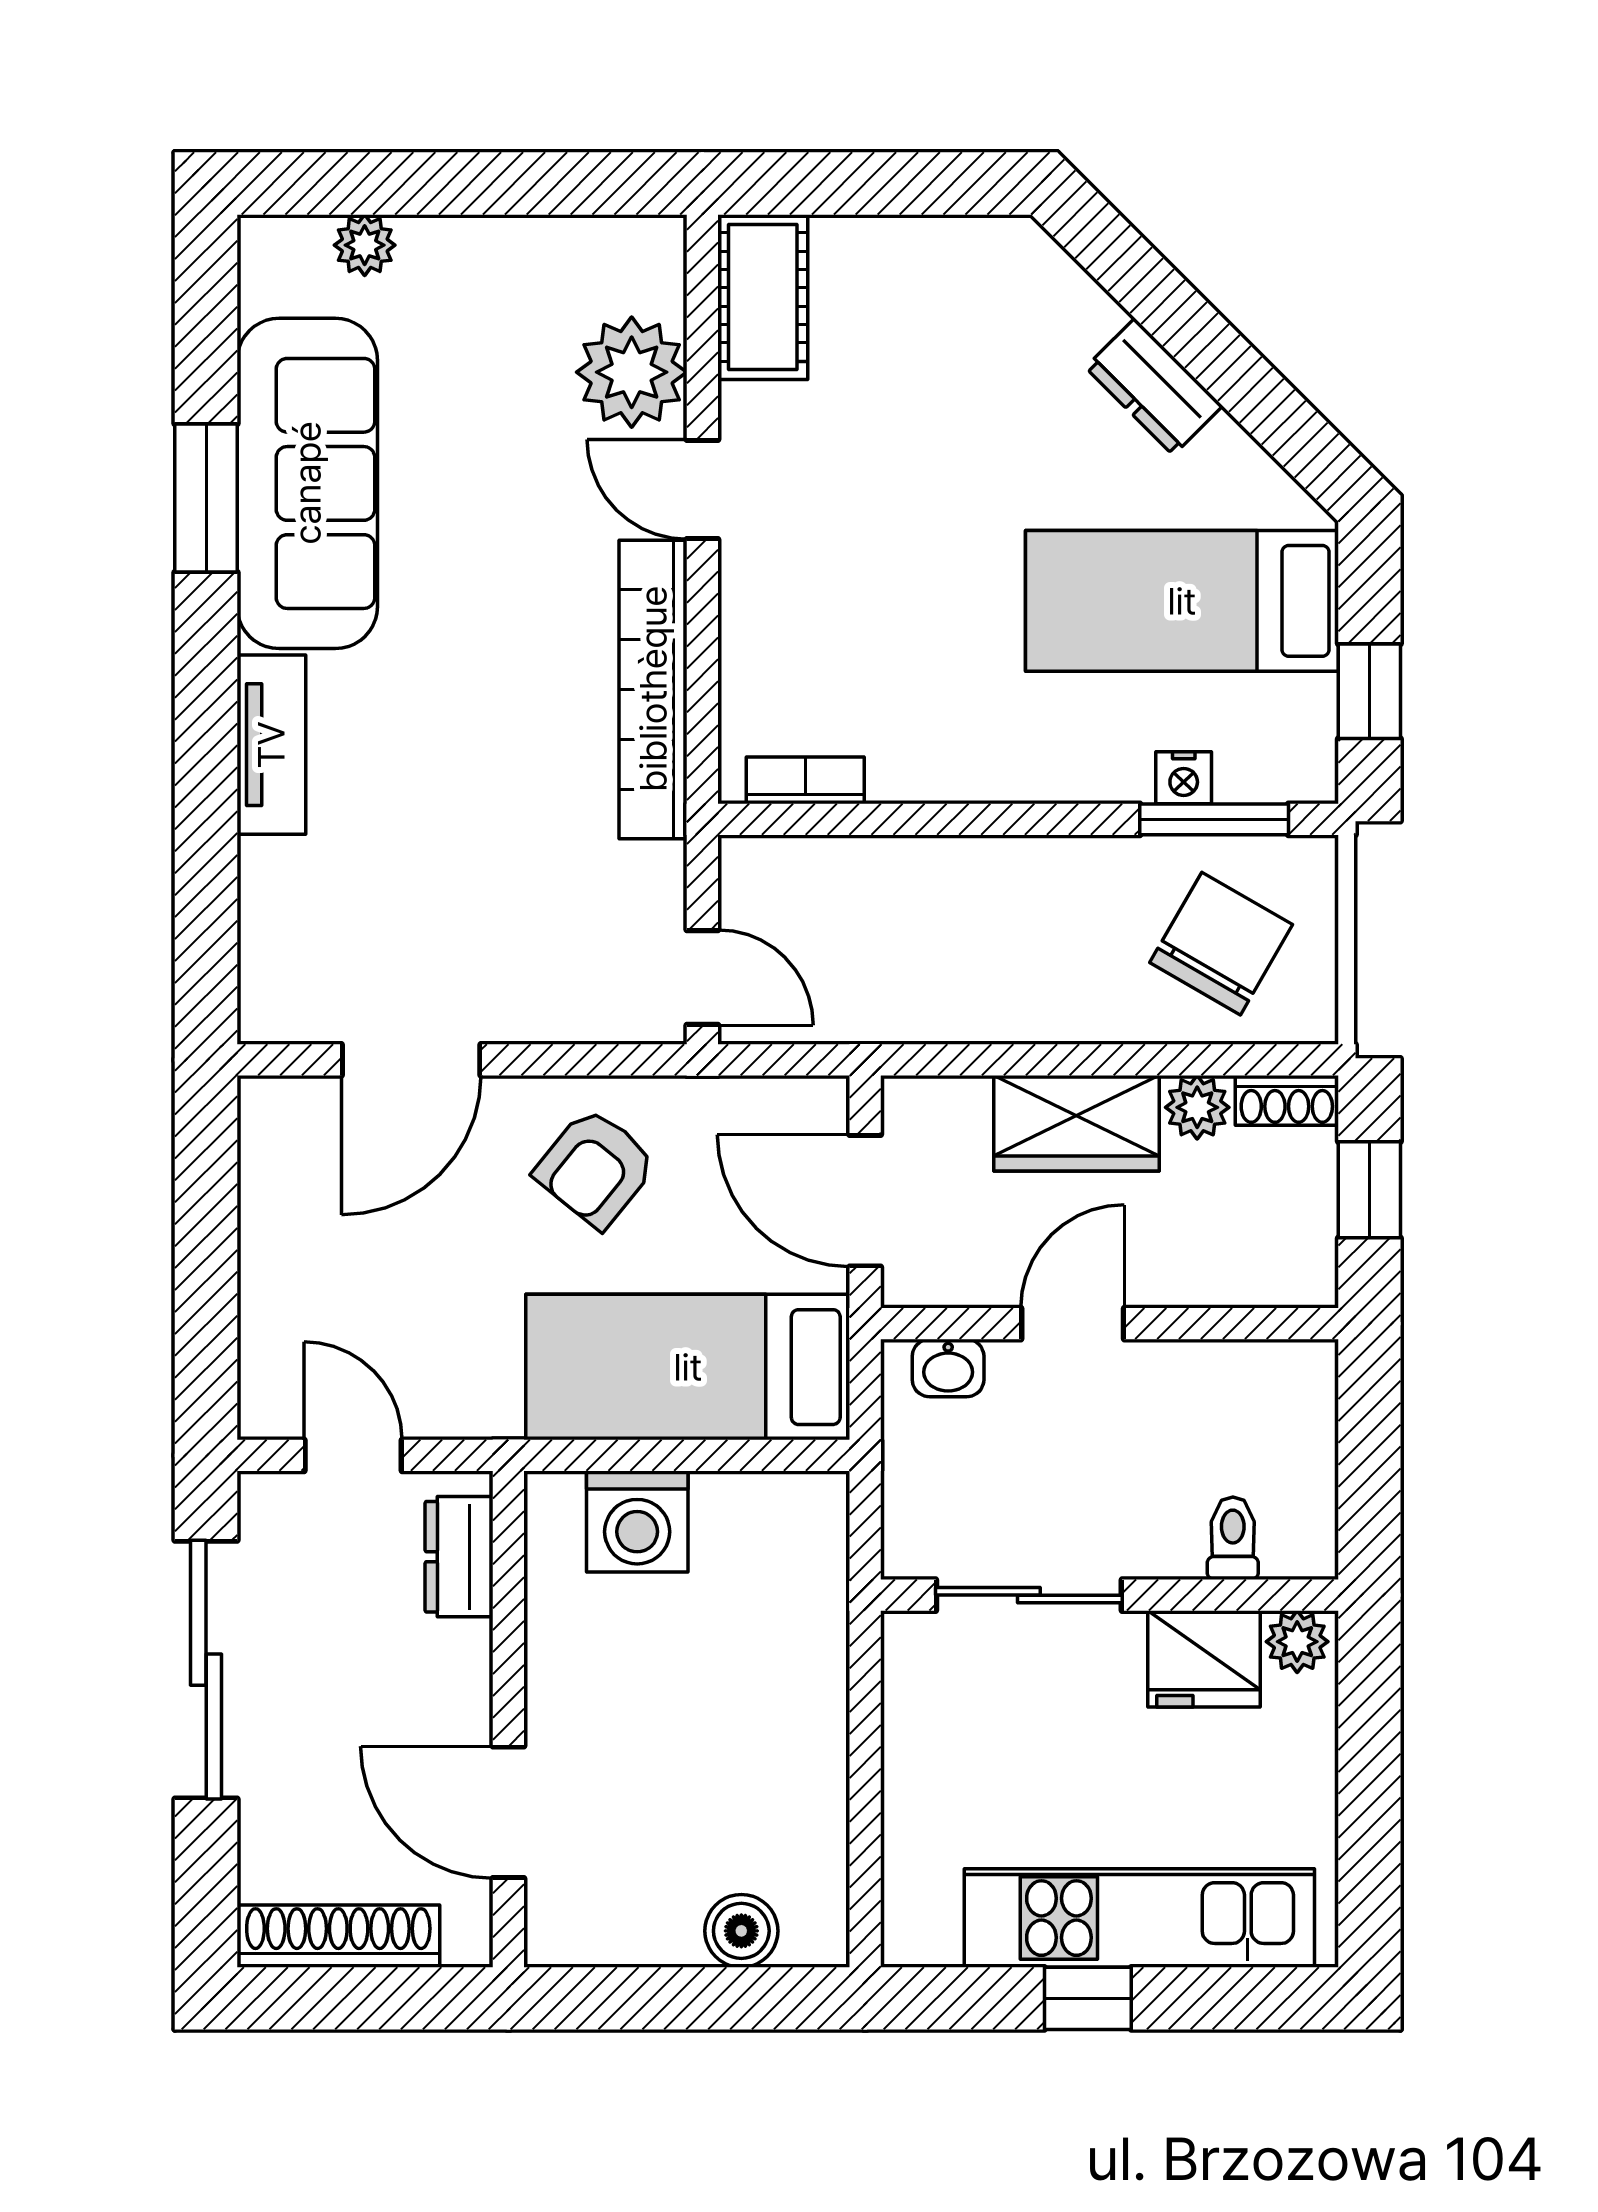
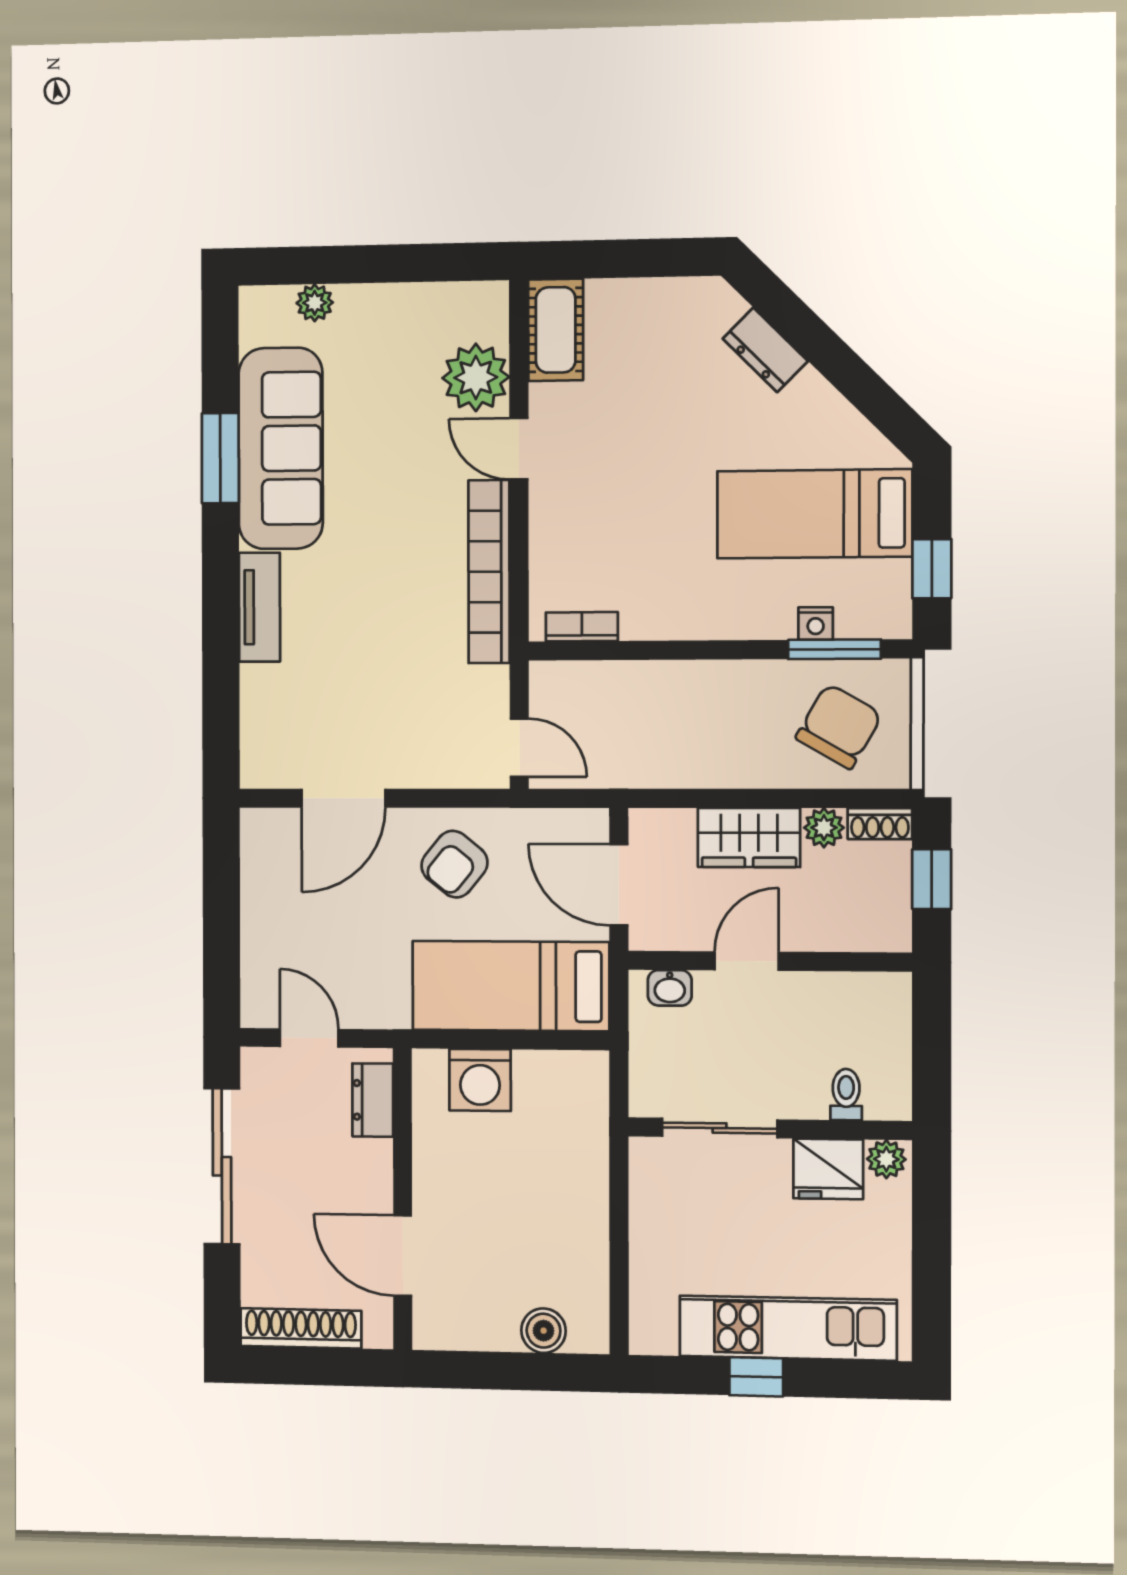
dresser: (1154, 387) -> (765, 350), moved

